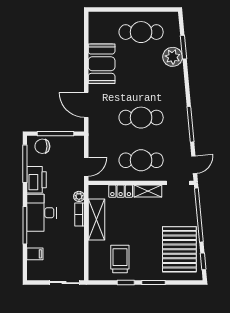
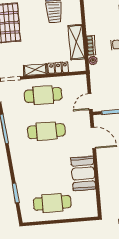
plant: (173, 57) -> (24, 184), removed
door: (86, 167) -> (90, 101), moved

